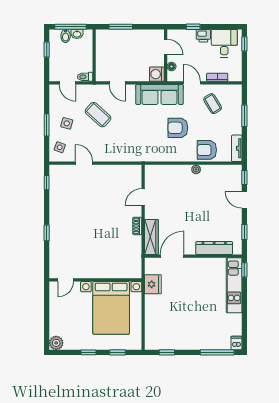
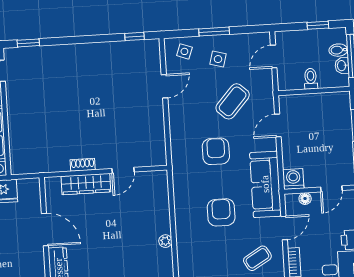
toilet: (85, 77) -> (311, 79), moved
armchair: (207, 150) -> (216, 151), moved
door: (143, 197) -> (123, 170), swing flipped
window: (47, 233) -> (28, 43), moved
wardrobe: (151, 237) -> (86, 184), moved
door: (172, 256) -> (45, 230), moved

